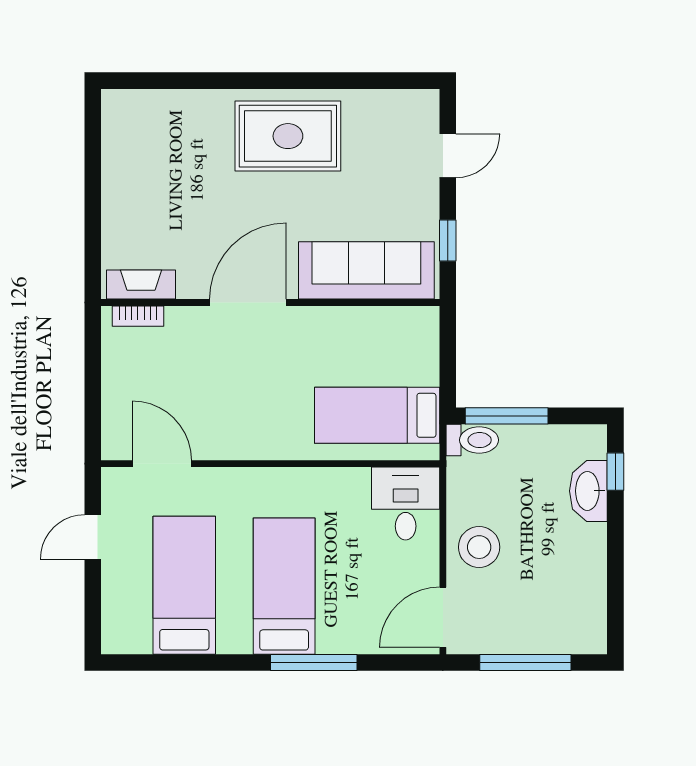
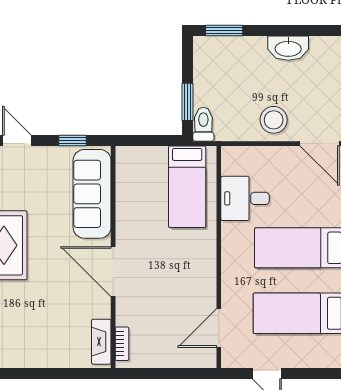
window: (507, 416) -> (188, 102), width x0.69
window: (615, 472) -> (224, 30), width x1.50
washbasin: (588, 491) -> (288, 48), moved
desk: (406, 503) -> (245, 198), moved

